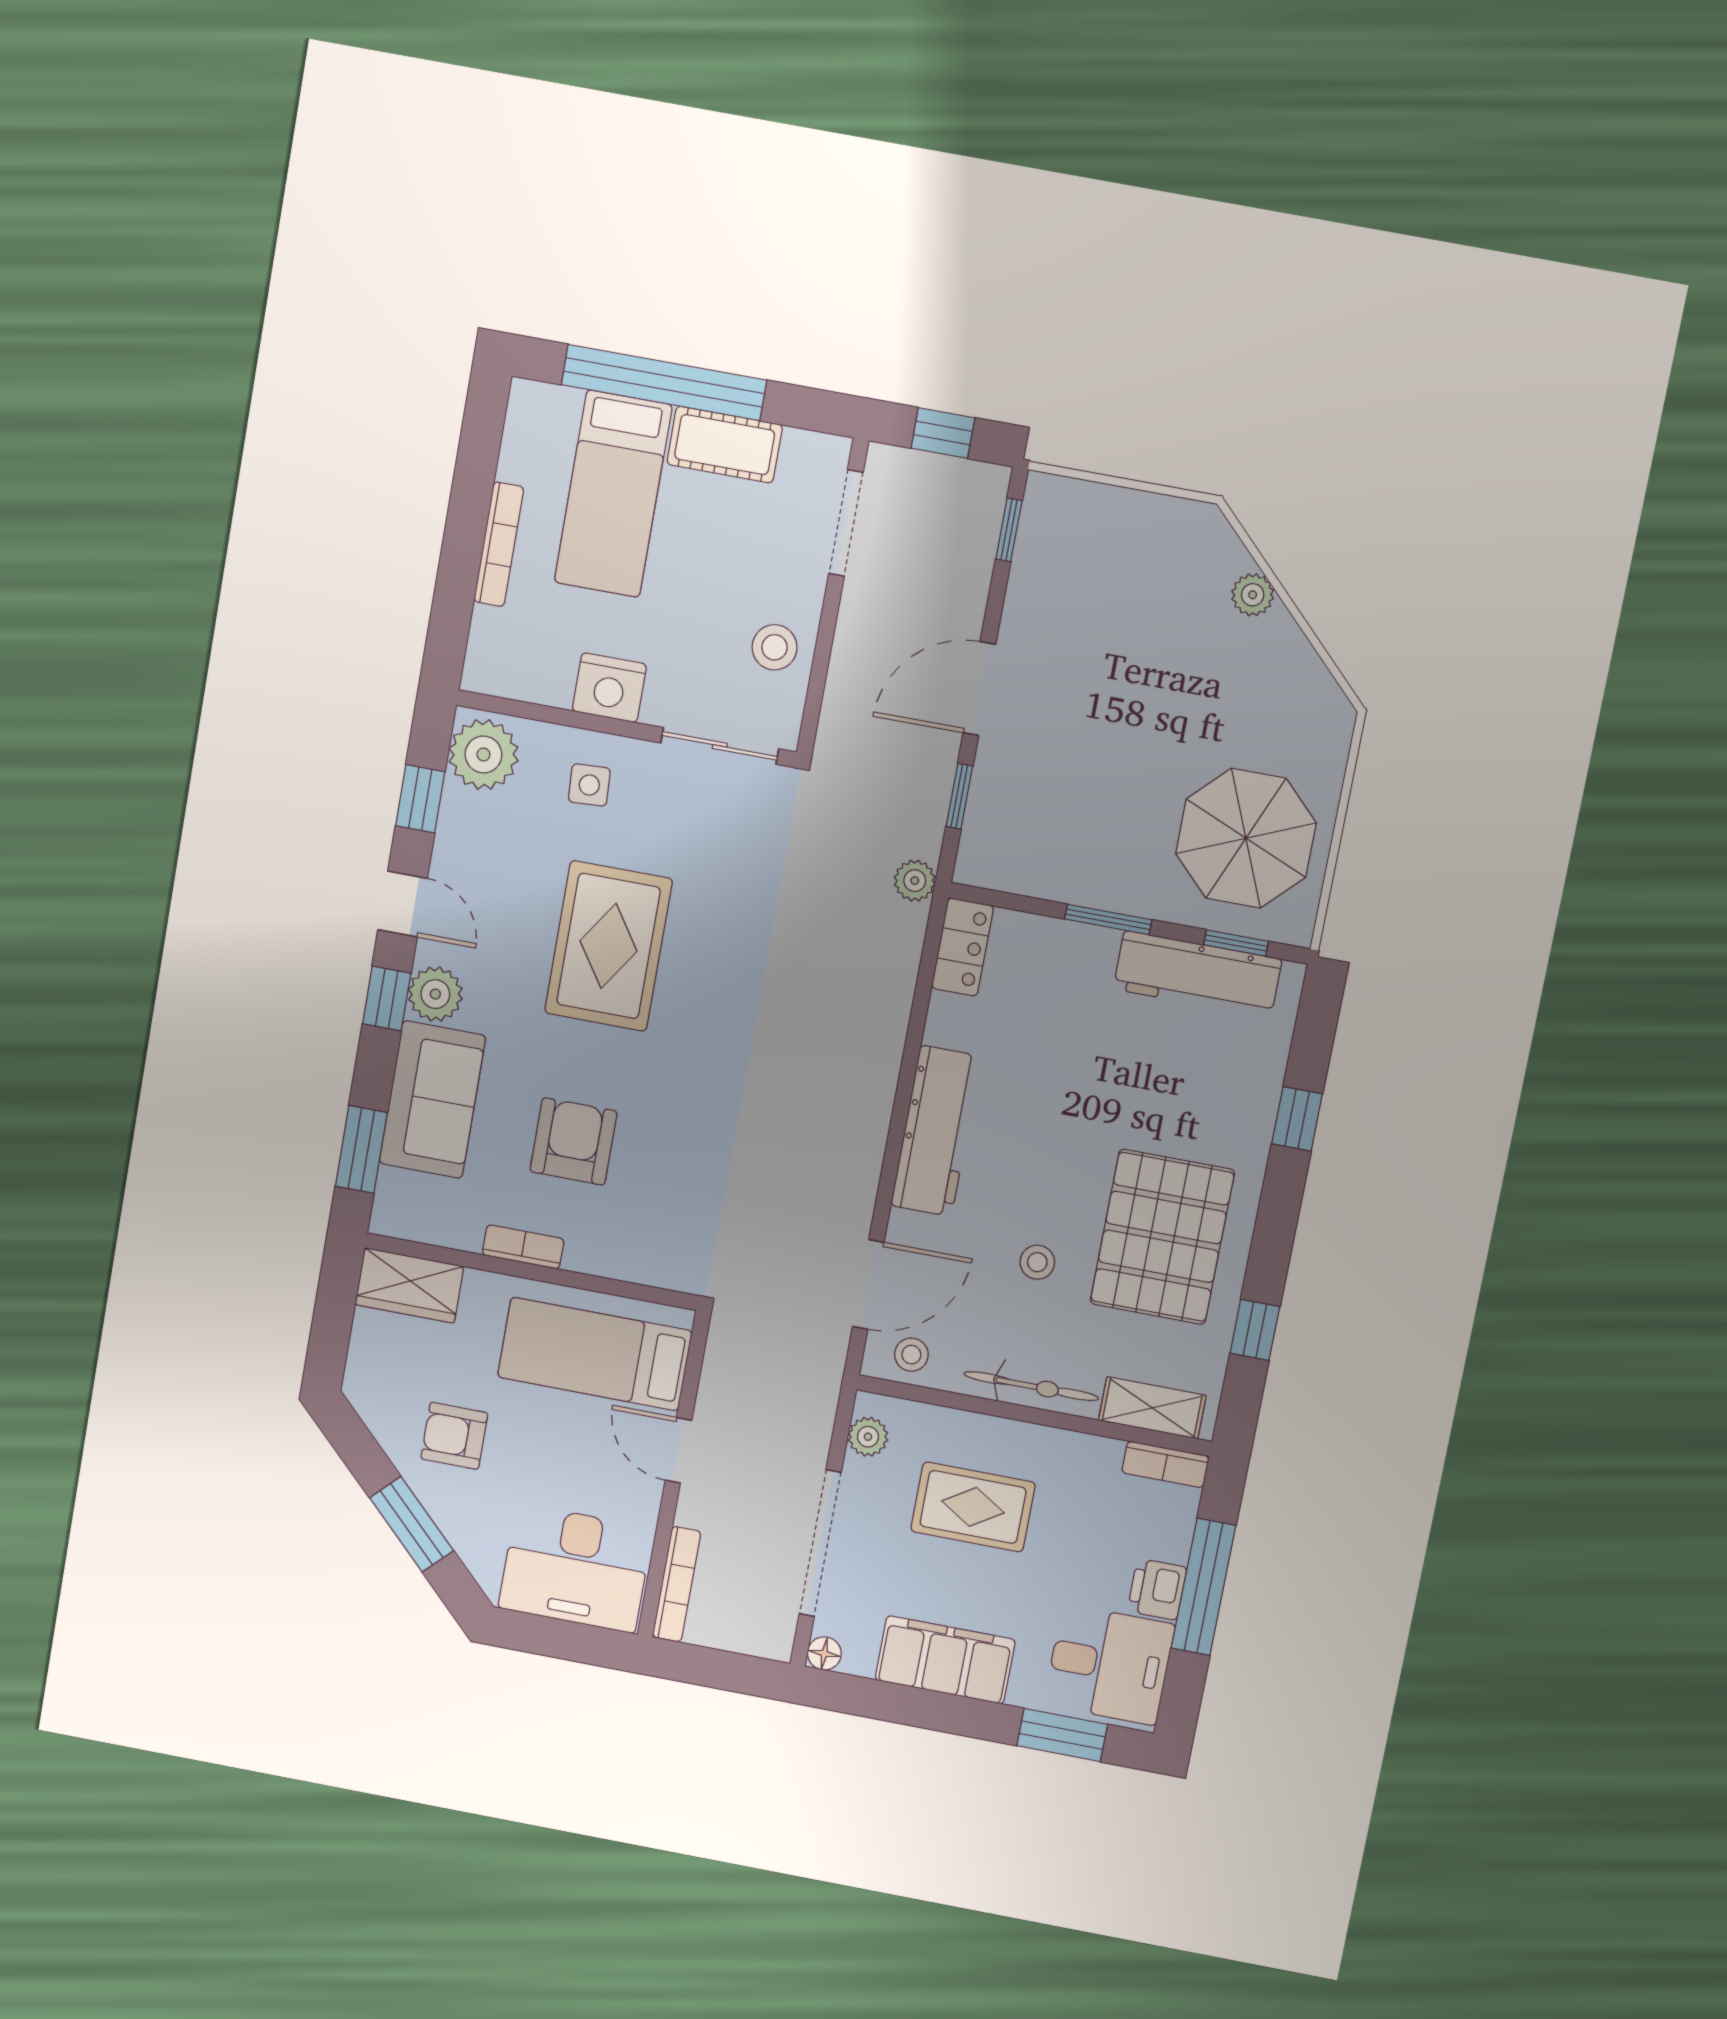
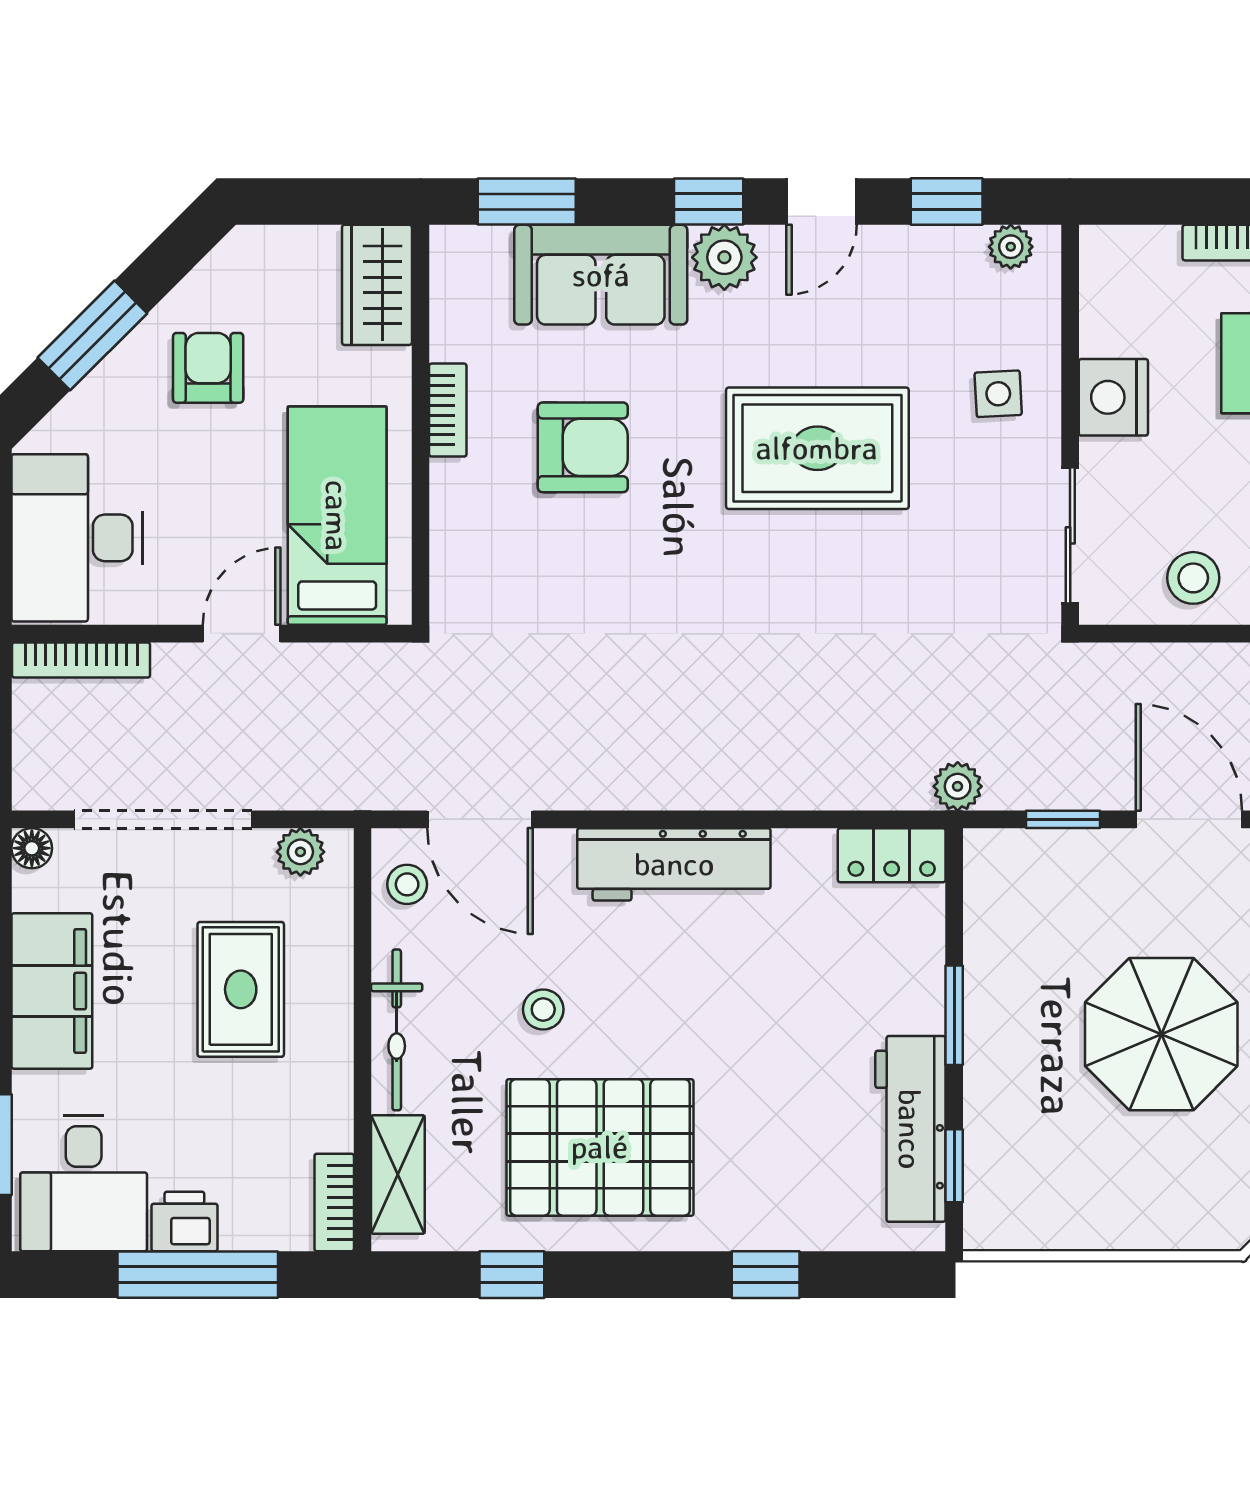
plant: (483, 754) -> (1011, 247), width x0.53, depth x0.53
parasol: (1246, 838) -> (1161, 1034), moved

